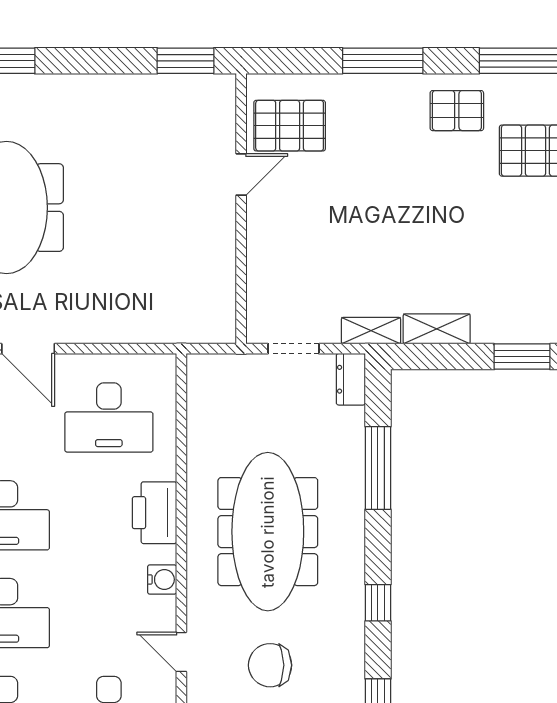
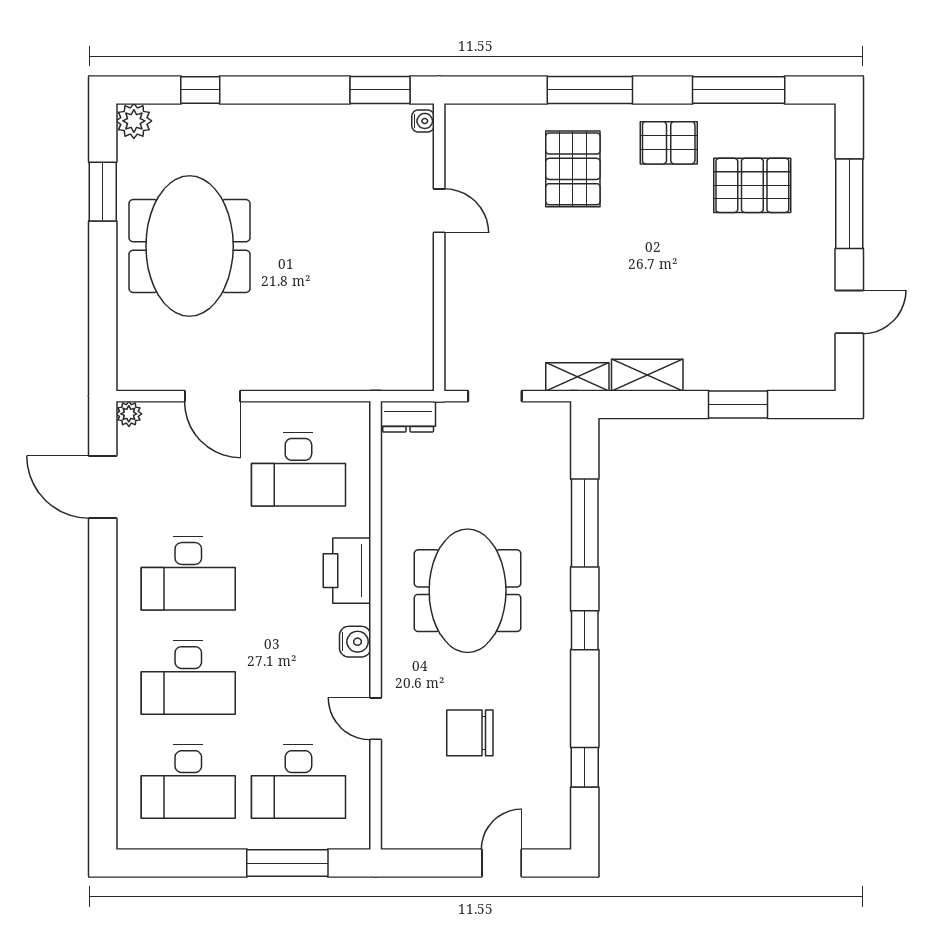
water cooler: (226, 90) -> (423, 121), added
pallet: (290, 126) -> (573, 169), moved, turned 90
door: (241, 174) -> (439, 211), hinge flipped
dresser: (351, 379) -> (408, 417), moved, turned -90
meeting table: (268, 532) -> (468, 591), width x0.73
window: (378, 603) -> (585, 630), moved

